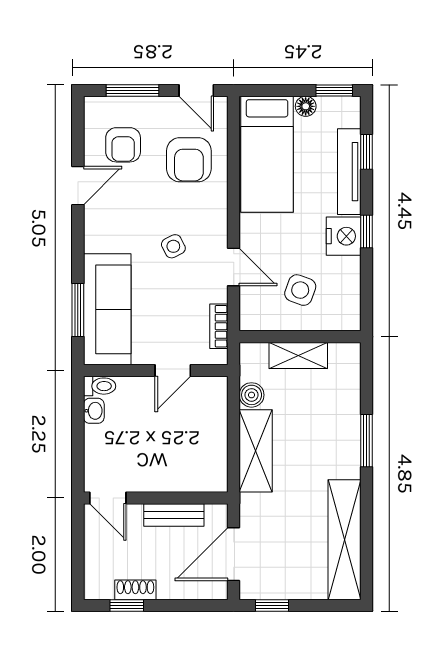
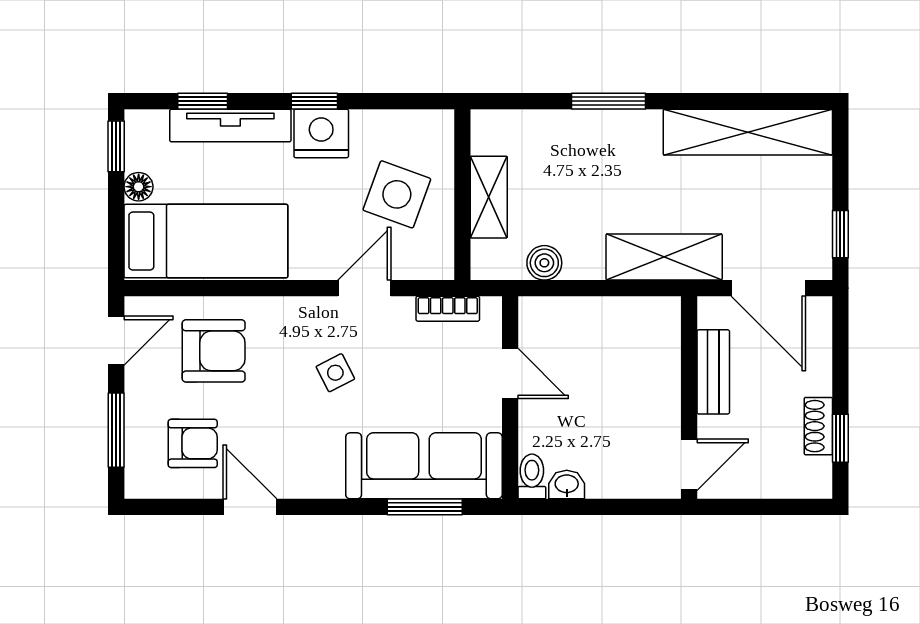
side table: (300, 290) -> (397, 194), width x1.37, depth x1.37
shelving: (256, 451) -> (664, 257), moved

